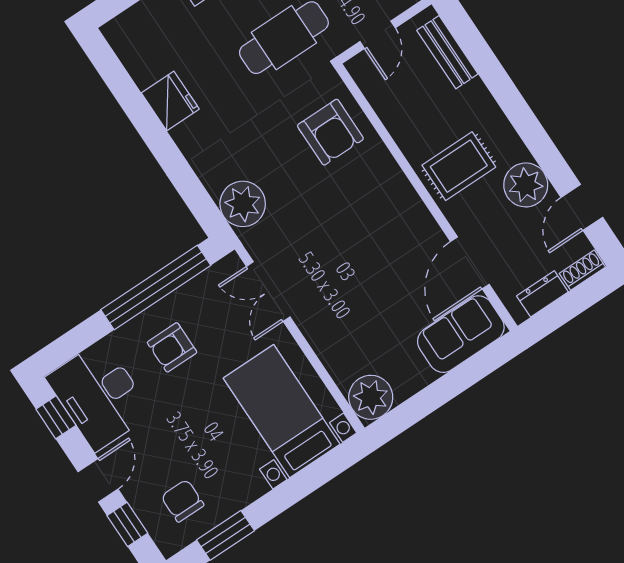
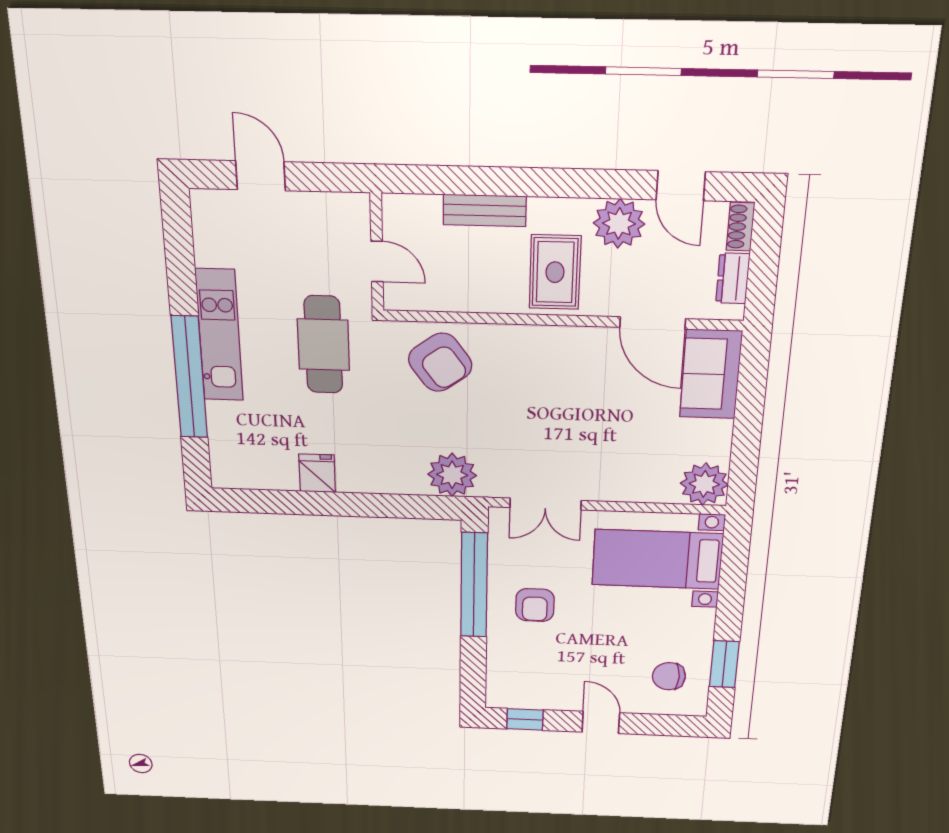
bench: (447, 52) -> (485, 210), moved
fridge: (170, 101) -> (317, 473), width x0.72
armchair: (330, 132) -> (440, 362), turned 54
desk: (99, 395) -> (532, 680), removed
window: (127, 524) -> (654, 725), removed

